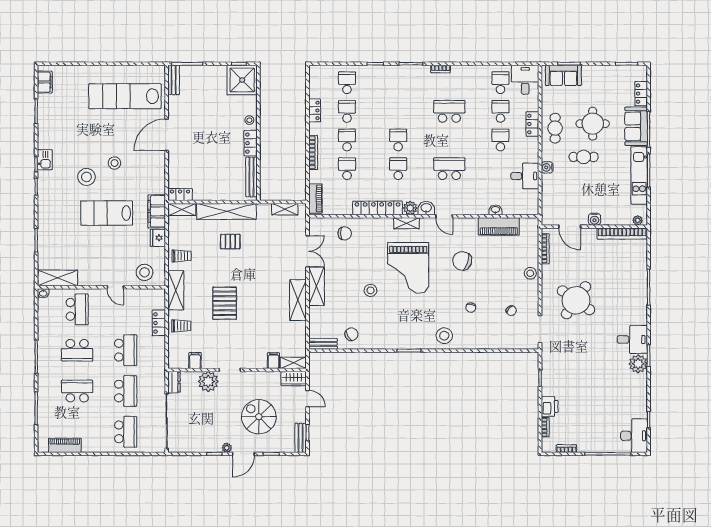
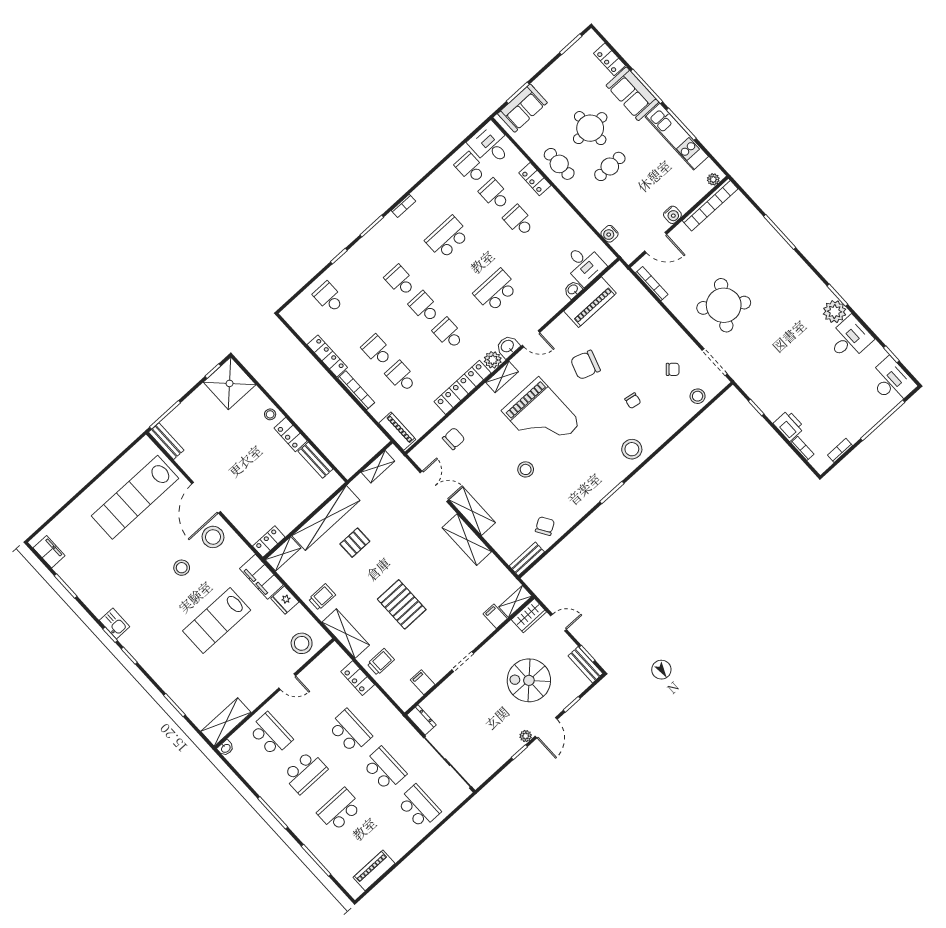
locker: (315, 110) -> (327, 356), width x1.53
school desk: (347, 111) -> (400, 281), moved
water cooler: (547, 167) -> (610, 234), moved
desk: (525, 176) -> (584, 264), moved, turned 90
stool: (86, 177) -> (213, 537), moved
bench: (251, 177) -> (315, 460), width x0.73
stool: (530, 273) -> (698, 396), moved
desk: (632, 340) -> (850, 339), moved
plant: (208, 381) -> (453, 690), removed

